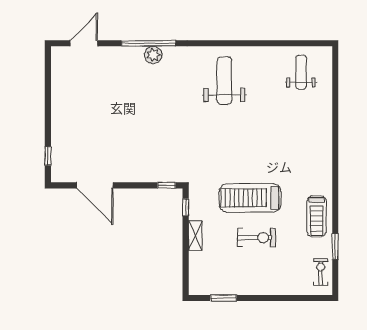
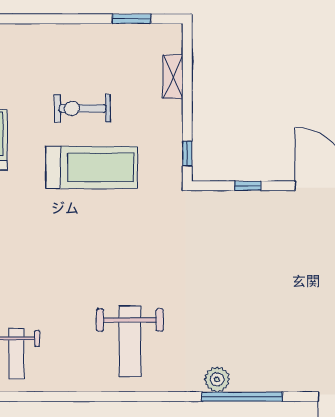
plant: (153, 55) -> (217, 379), moved
window: (167, 185) -> (248, 186), moved
shelving: (195, 236) -> (173, 77), moved

